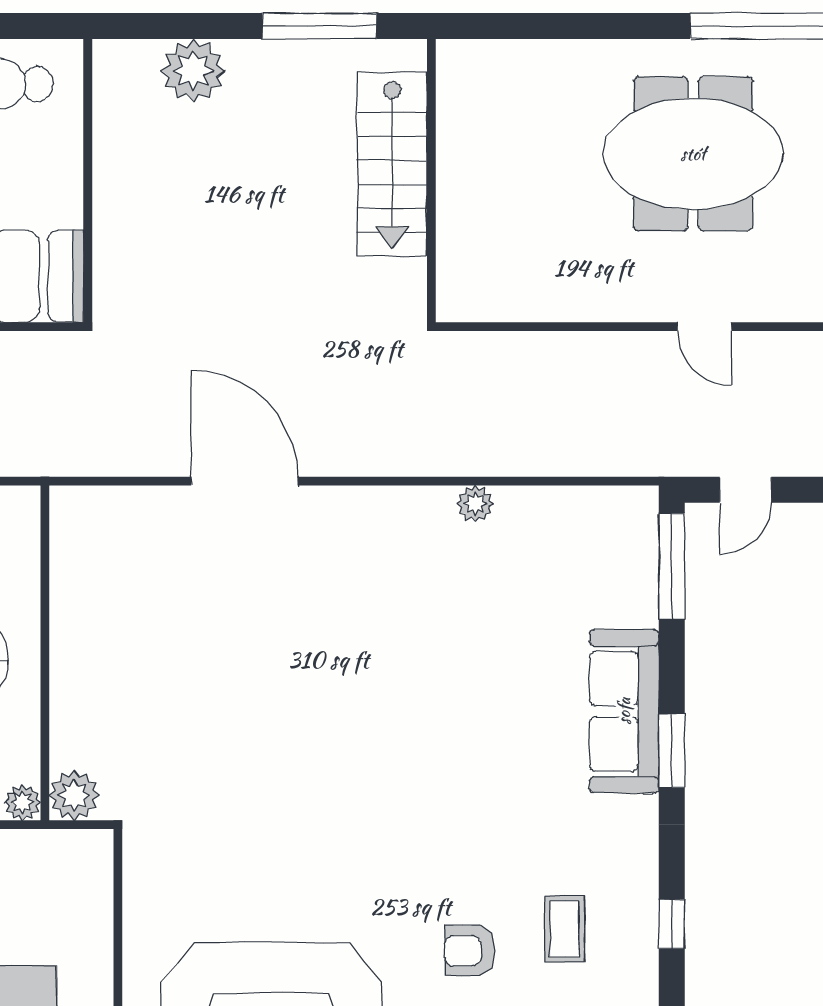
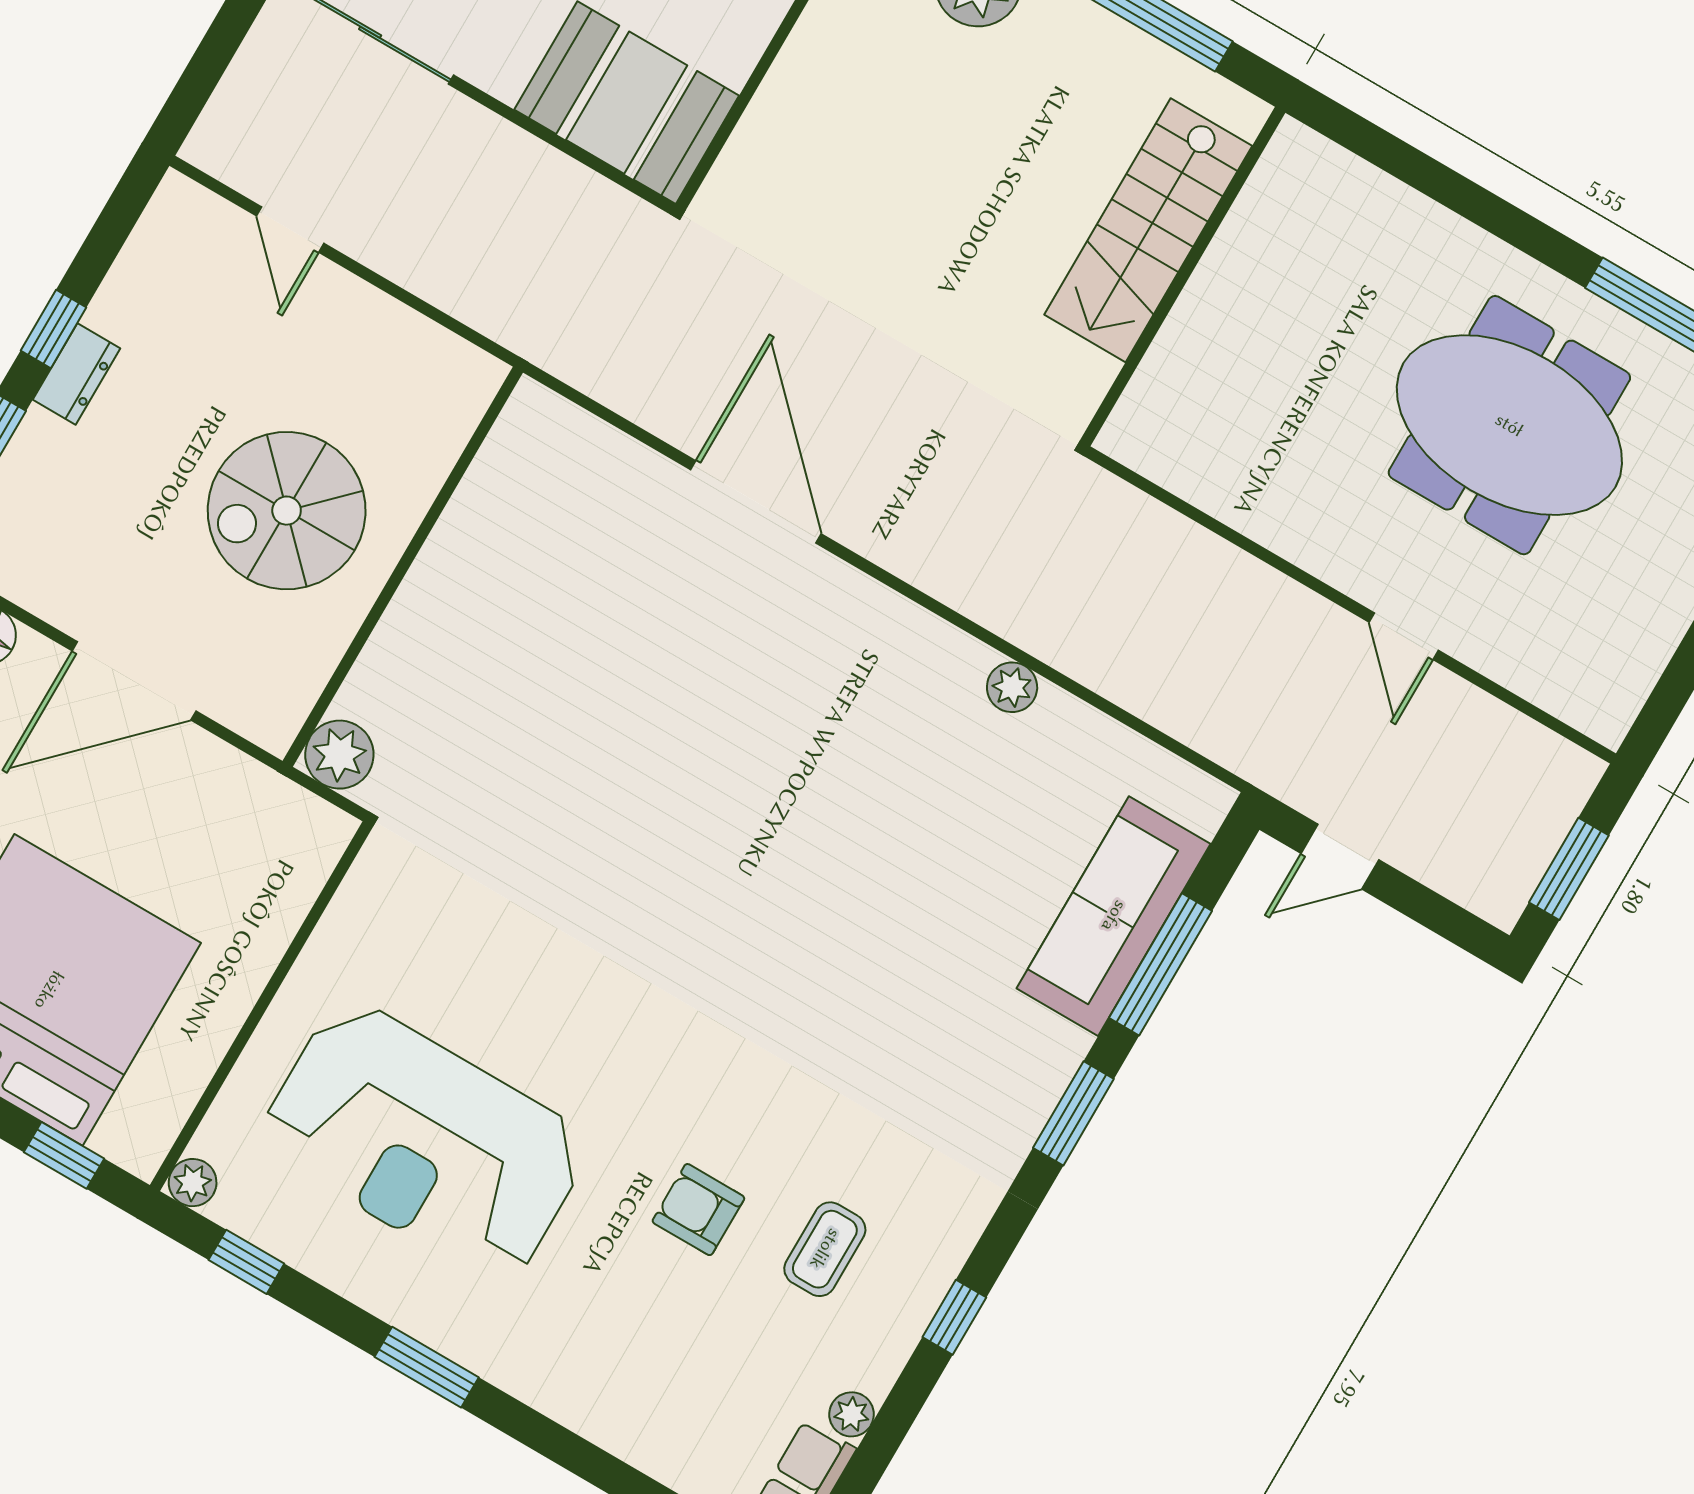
window: (672, 566) -> (1160, 964), moved
sofa: (624, 711) -> (1114, 916), moved
plant: (23, 802) -> (274, 728), removed

